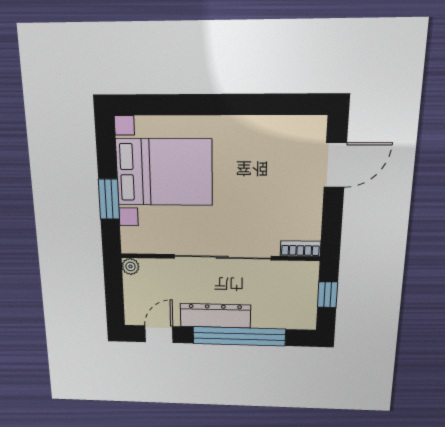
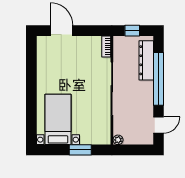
bed with nightstands: (164, 172) -> (58, 119), width x0.73
dresser: (215, 316) -> (146, 60), moved
door: (159, 334) -> (158, 125), swing flipped

